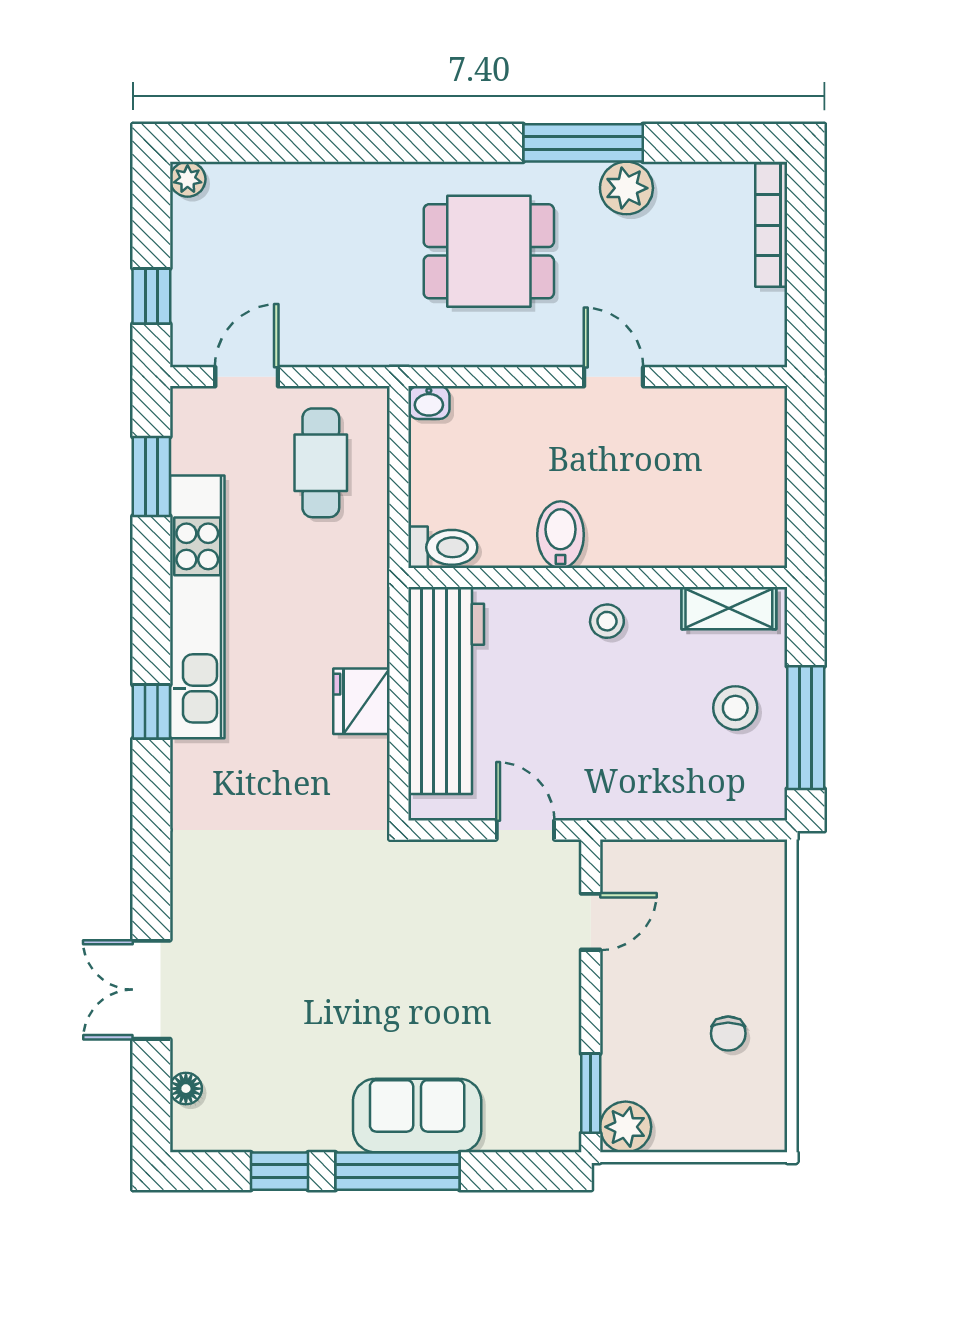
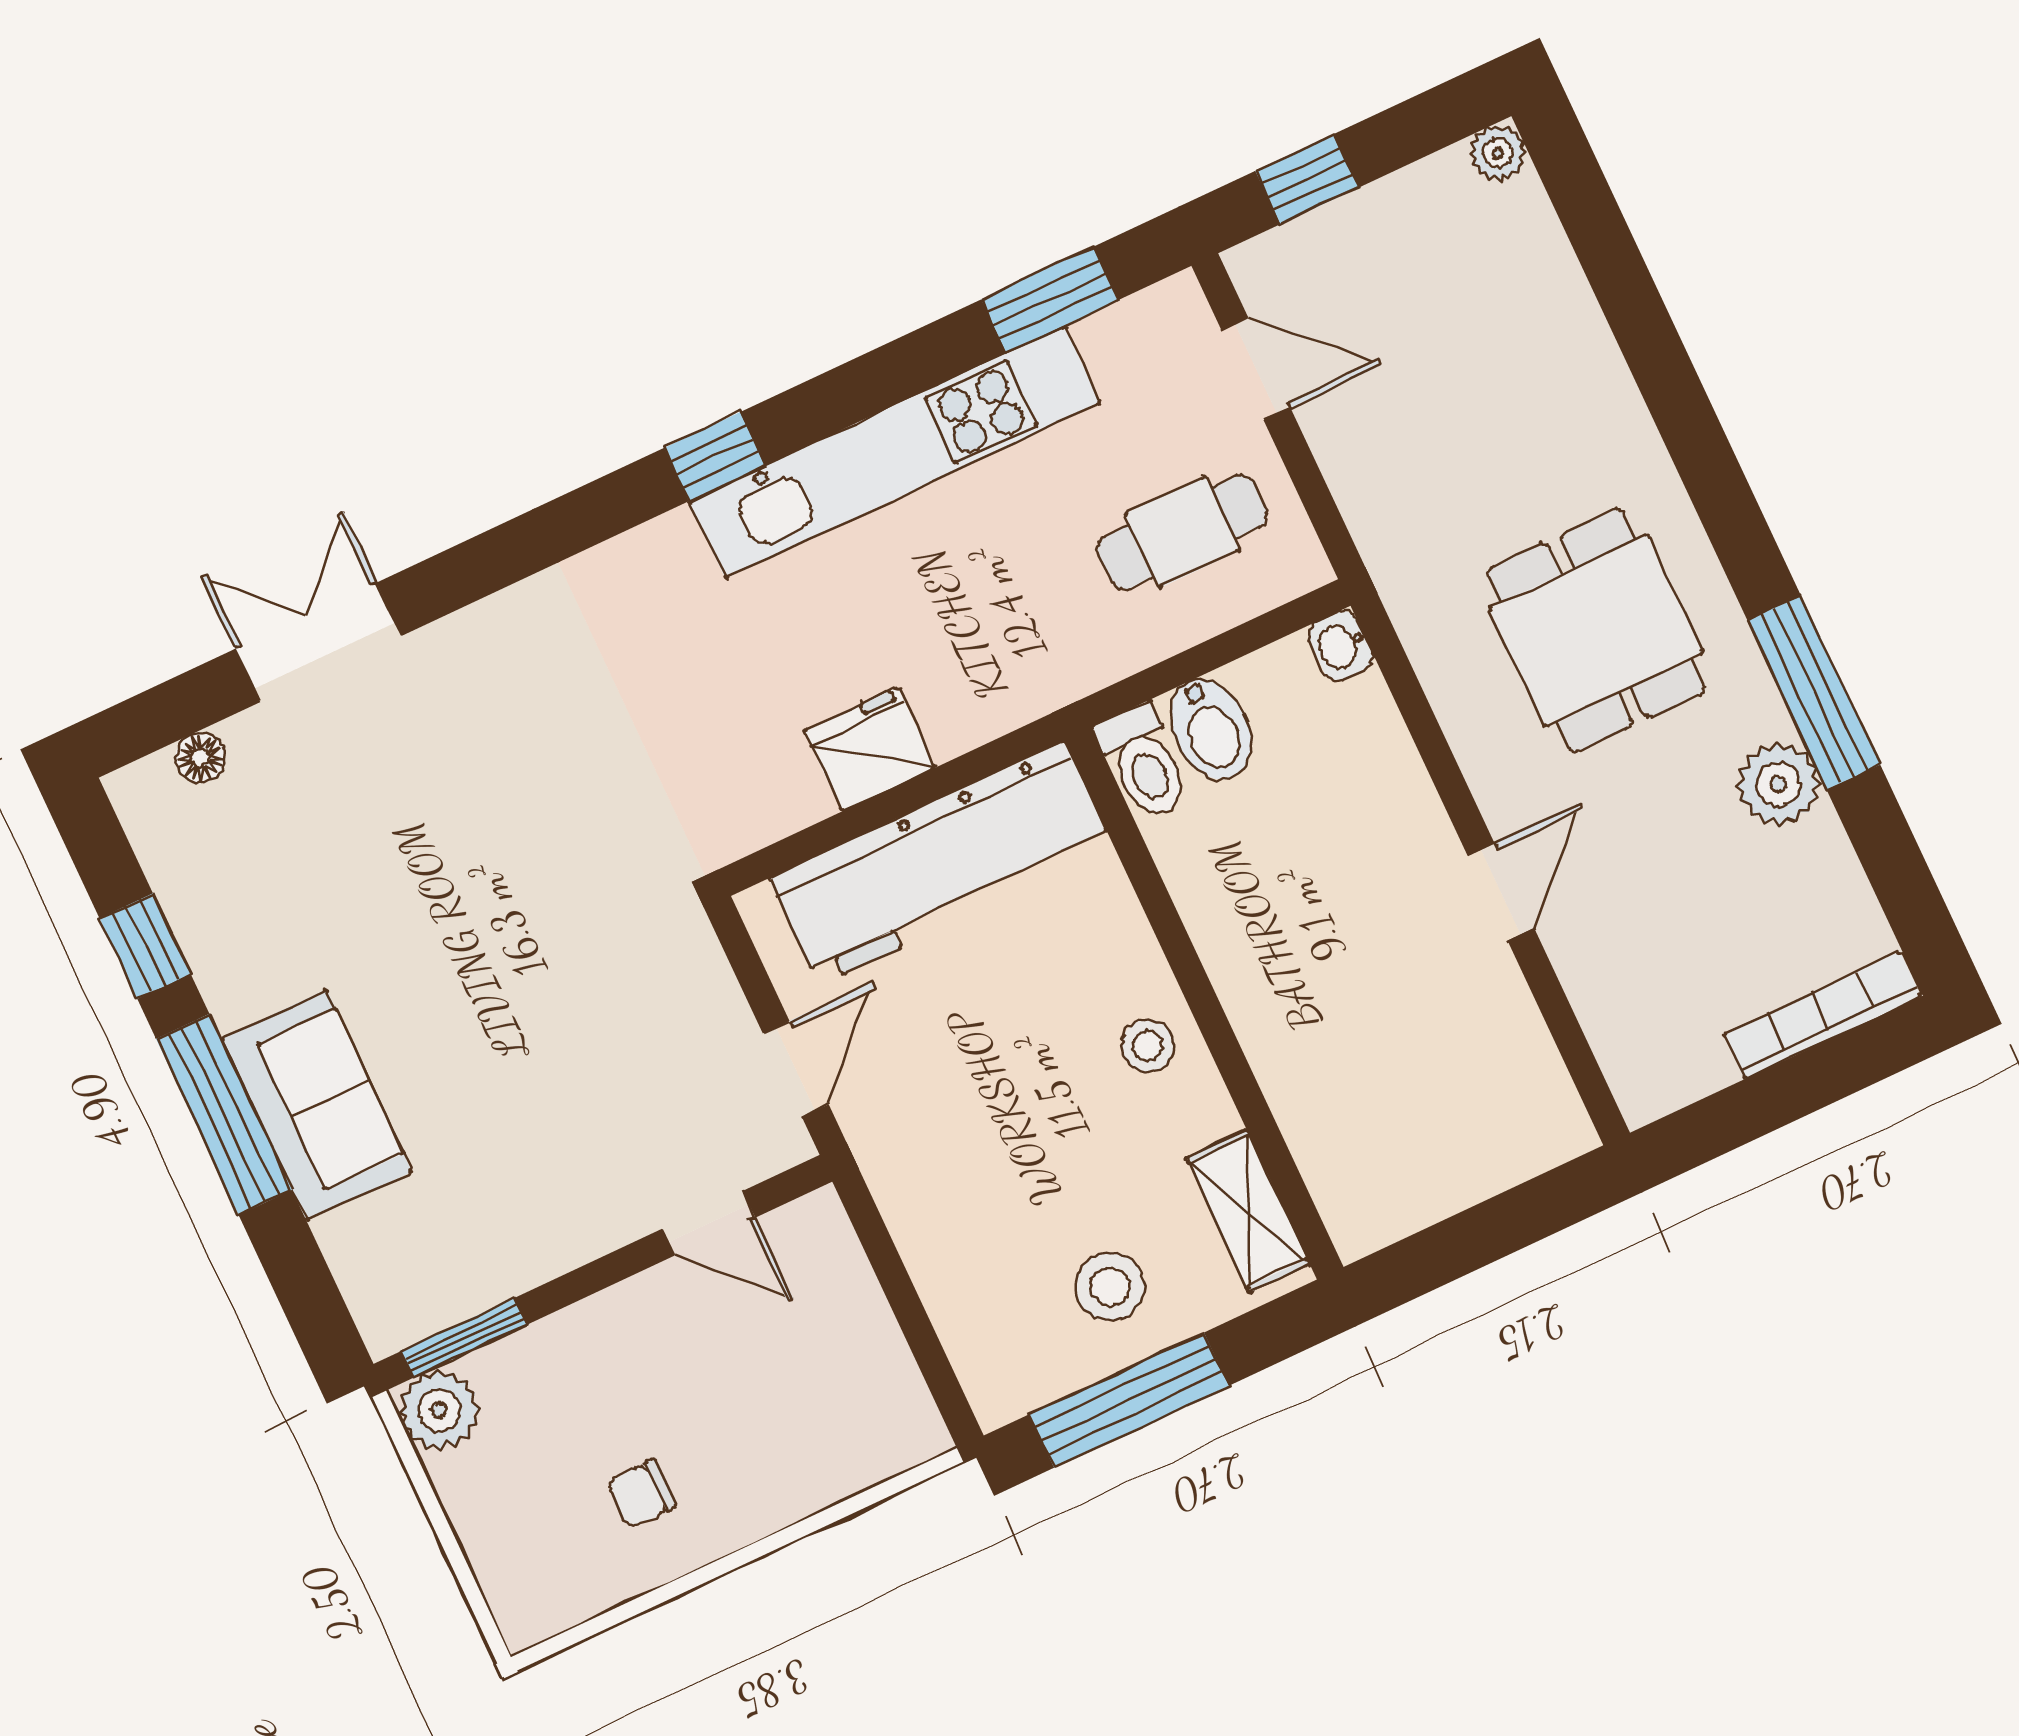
bidet: (561, 535) -> (1211, 729), moved, turned 90

